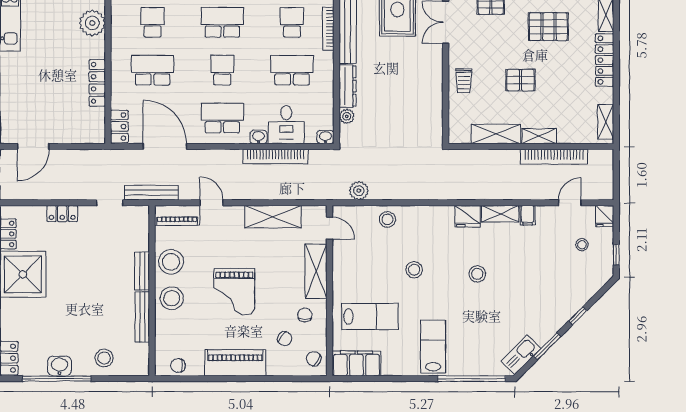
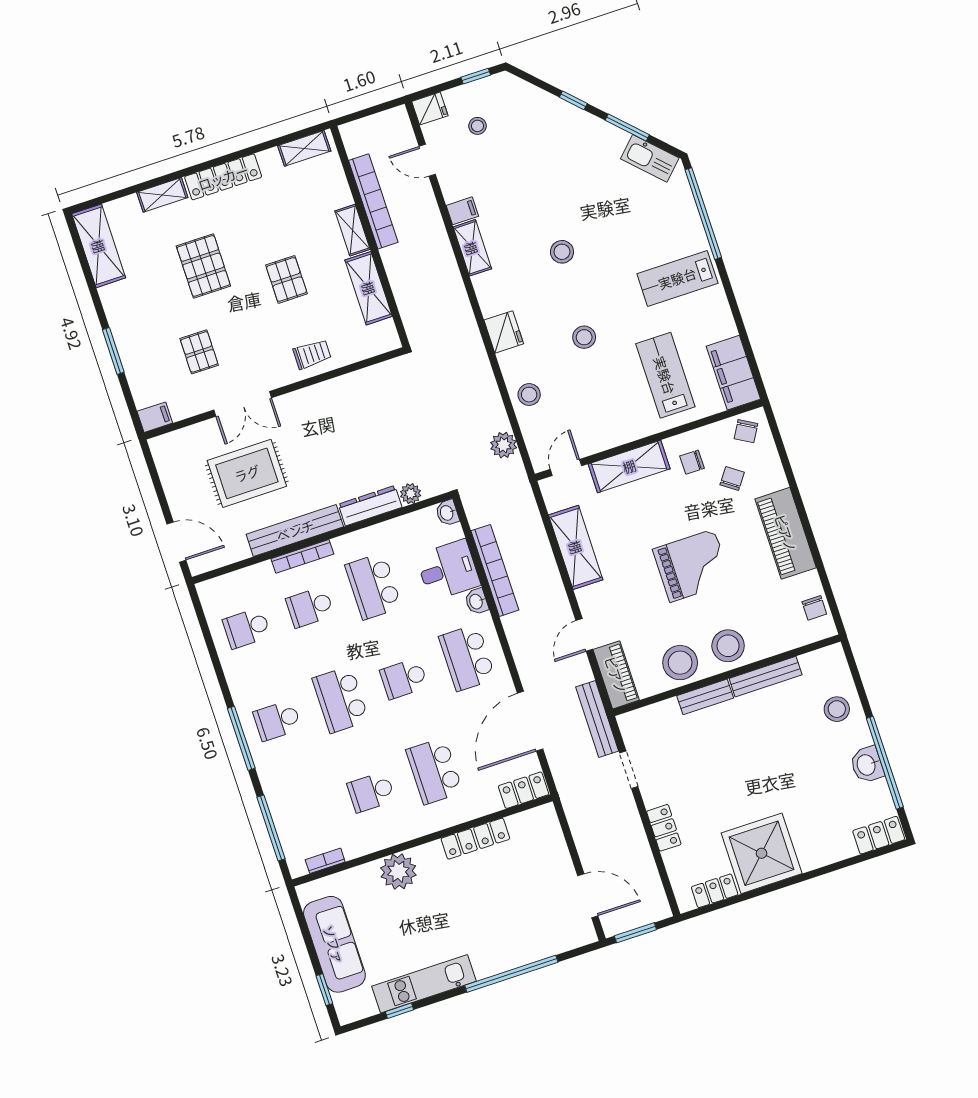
fridge: (468, 216) -> (504, 332), moved

